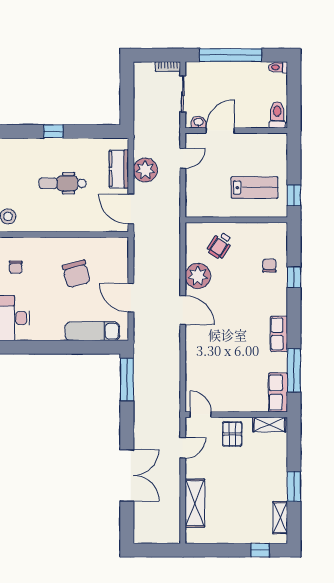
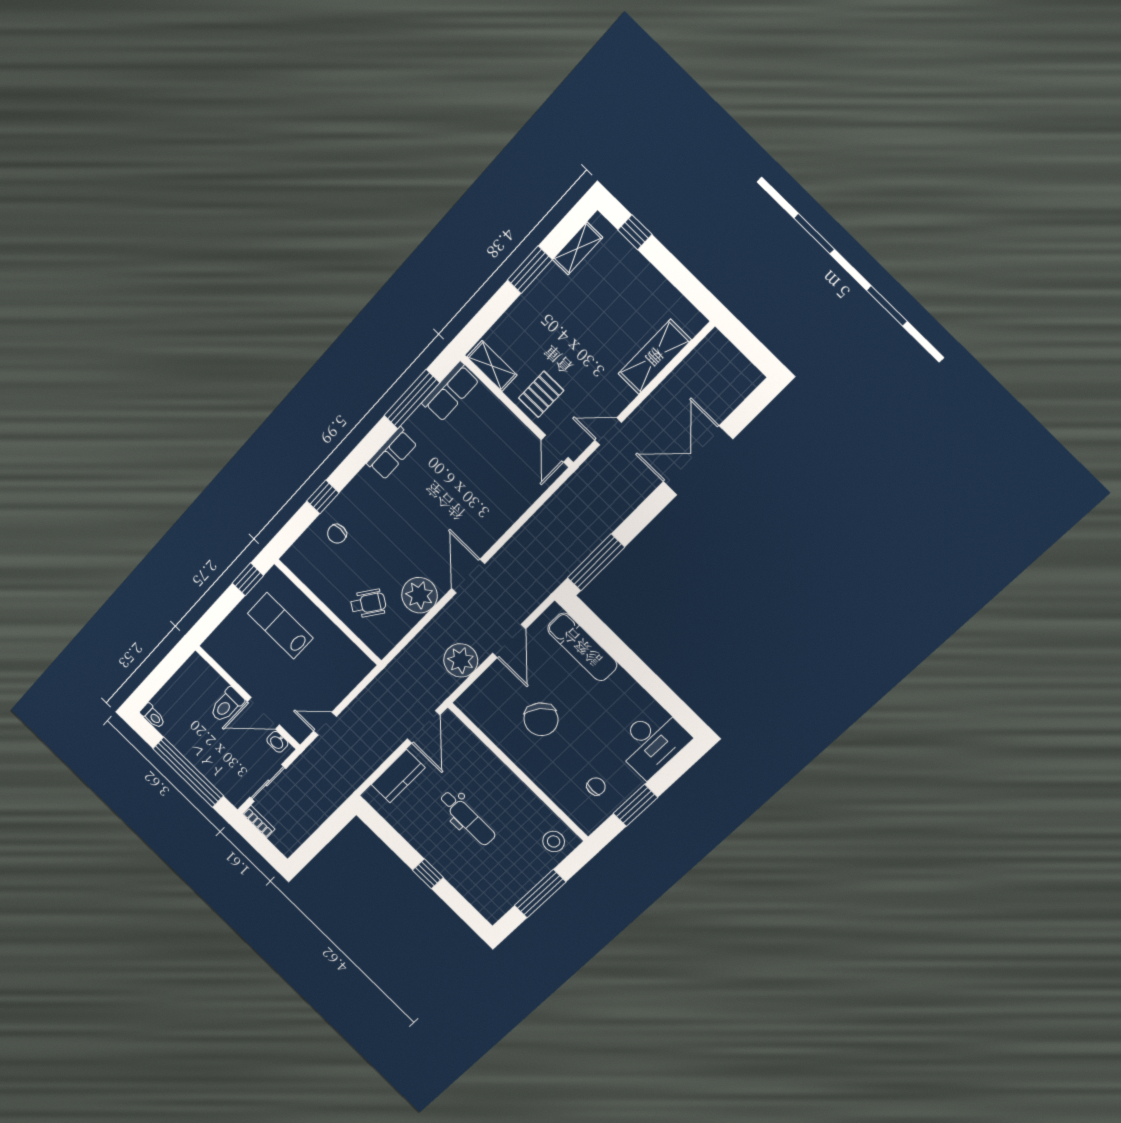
toilet: (277, 115) -> (227, 705), moved
plant: (145, 170) -> (461, 660), moved
chair: (76, 274) -> (541, 719), turned 143

